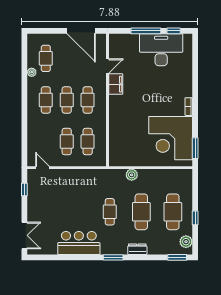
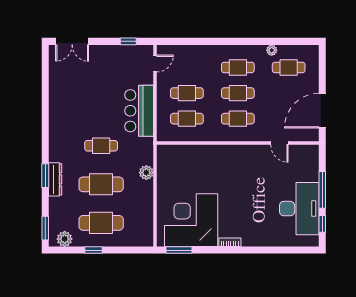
filing cabinet: (116, 84) -> (257, 153), removed
bar counter: (79, 243) -> (139, 111), moved, turned 180
dresser: (137, 249) -> (55, 179), width x1.44
window: (113, 257) -> (45, 176), moved

